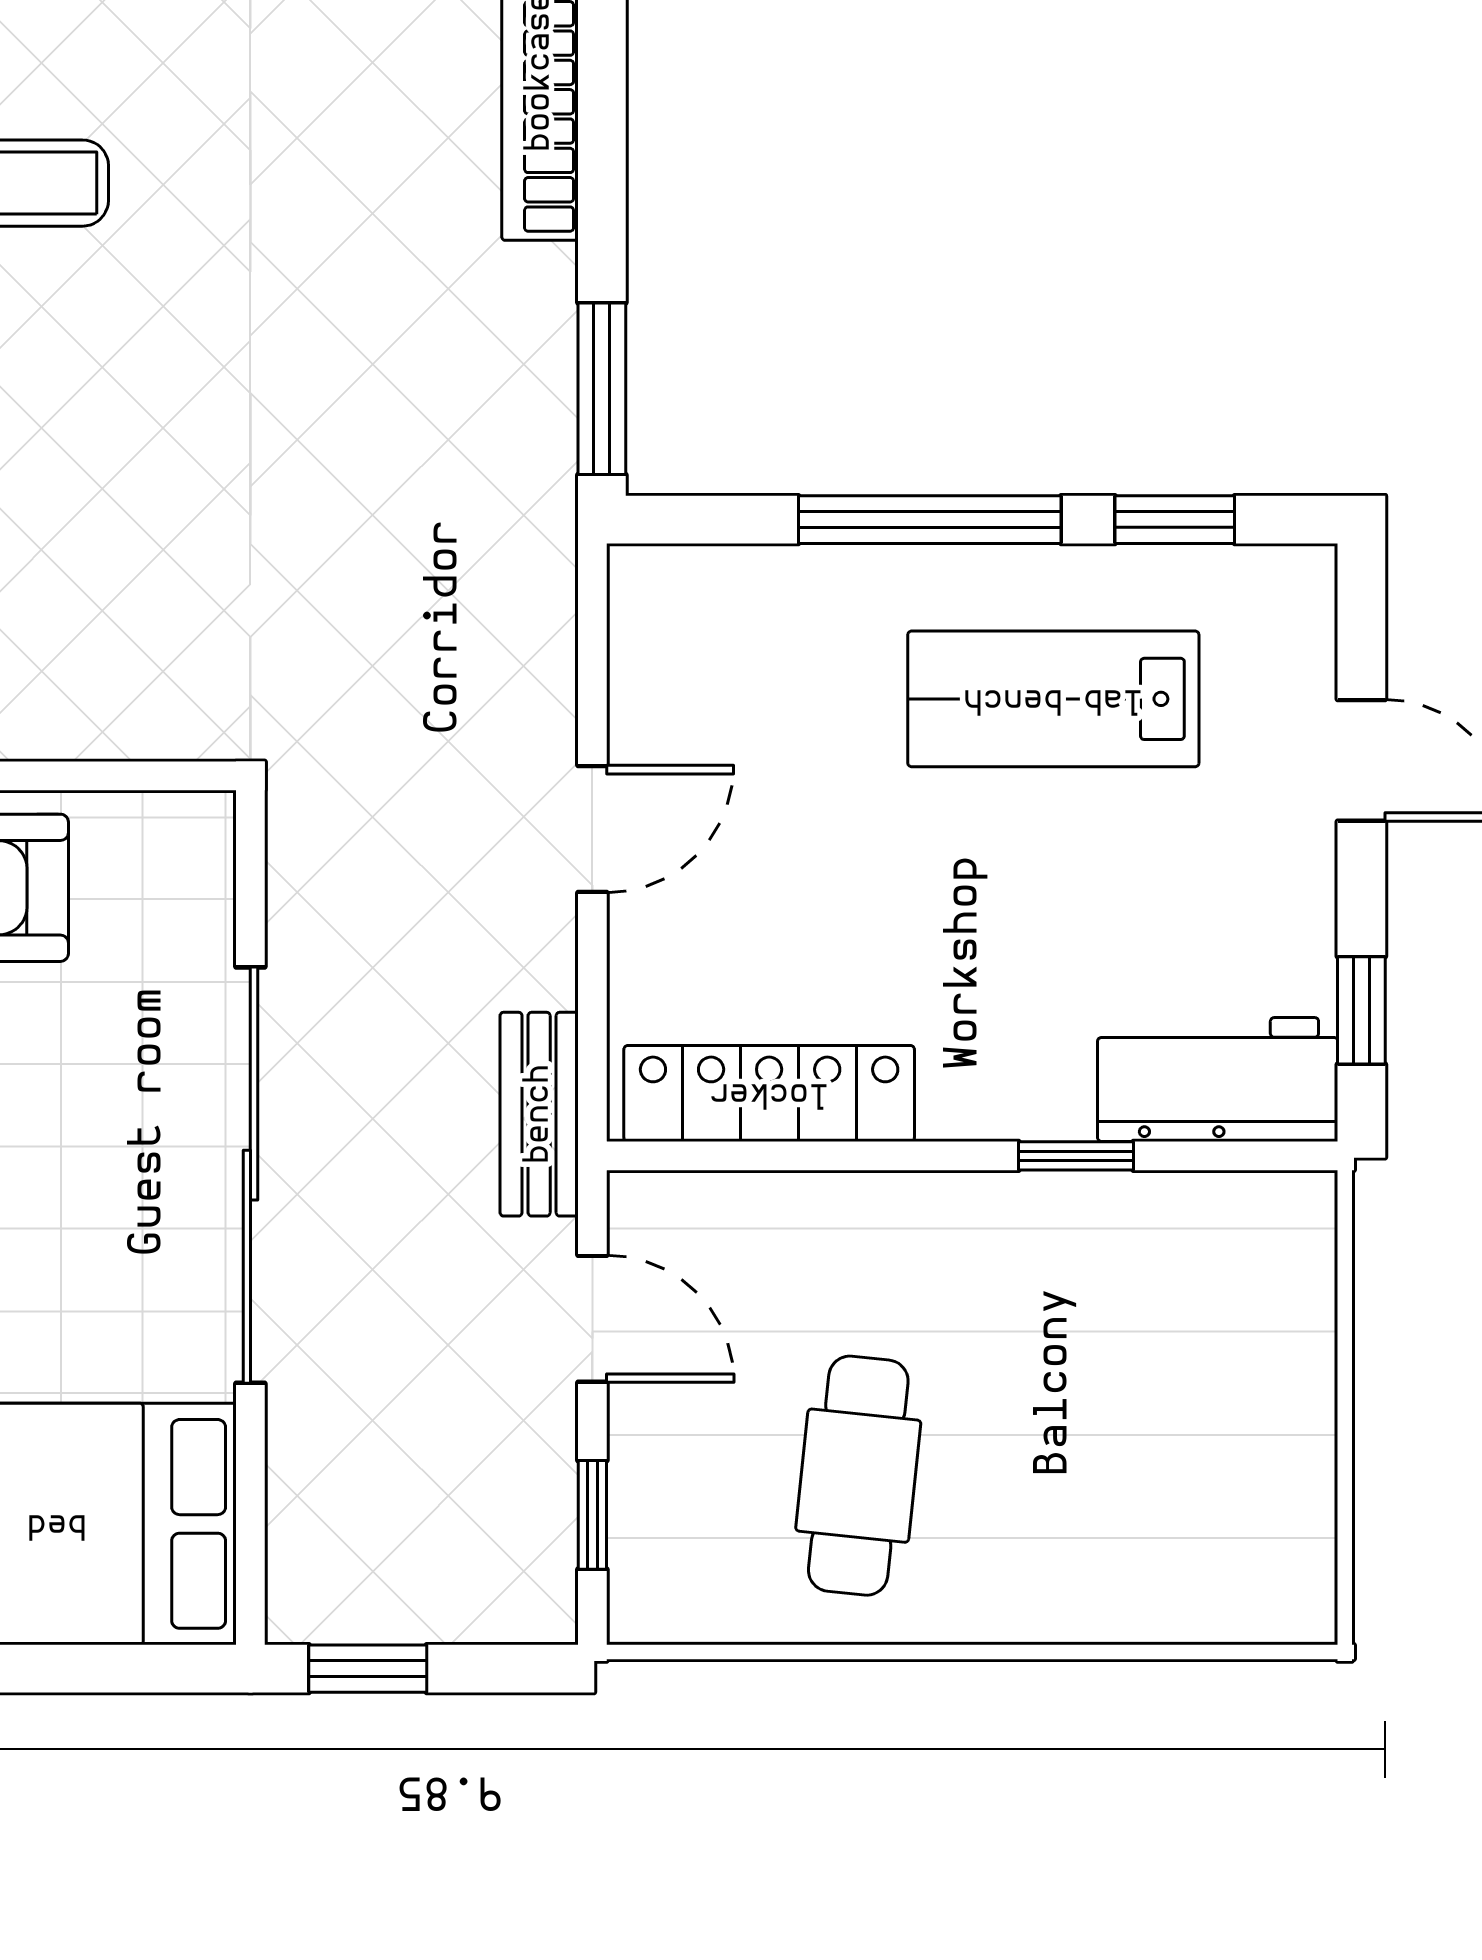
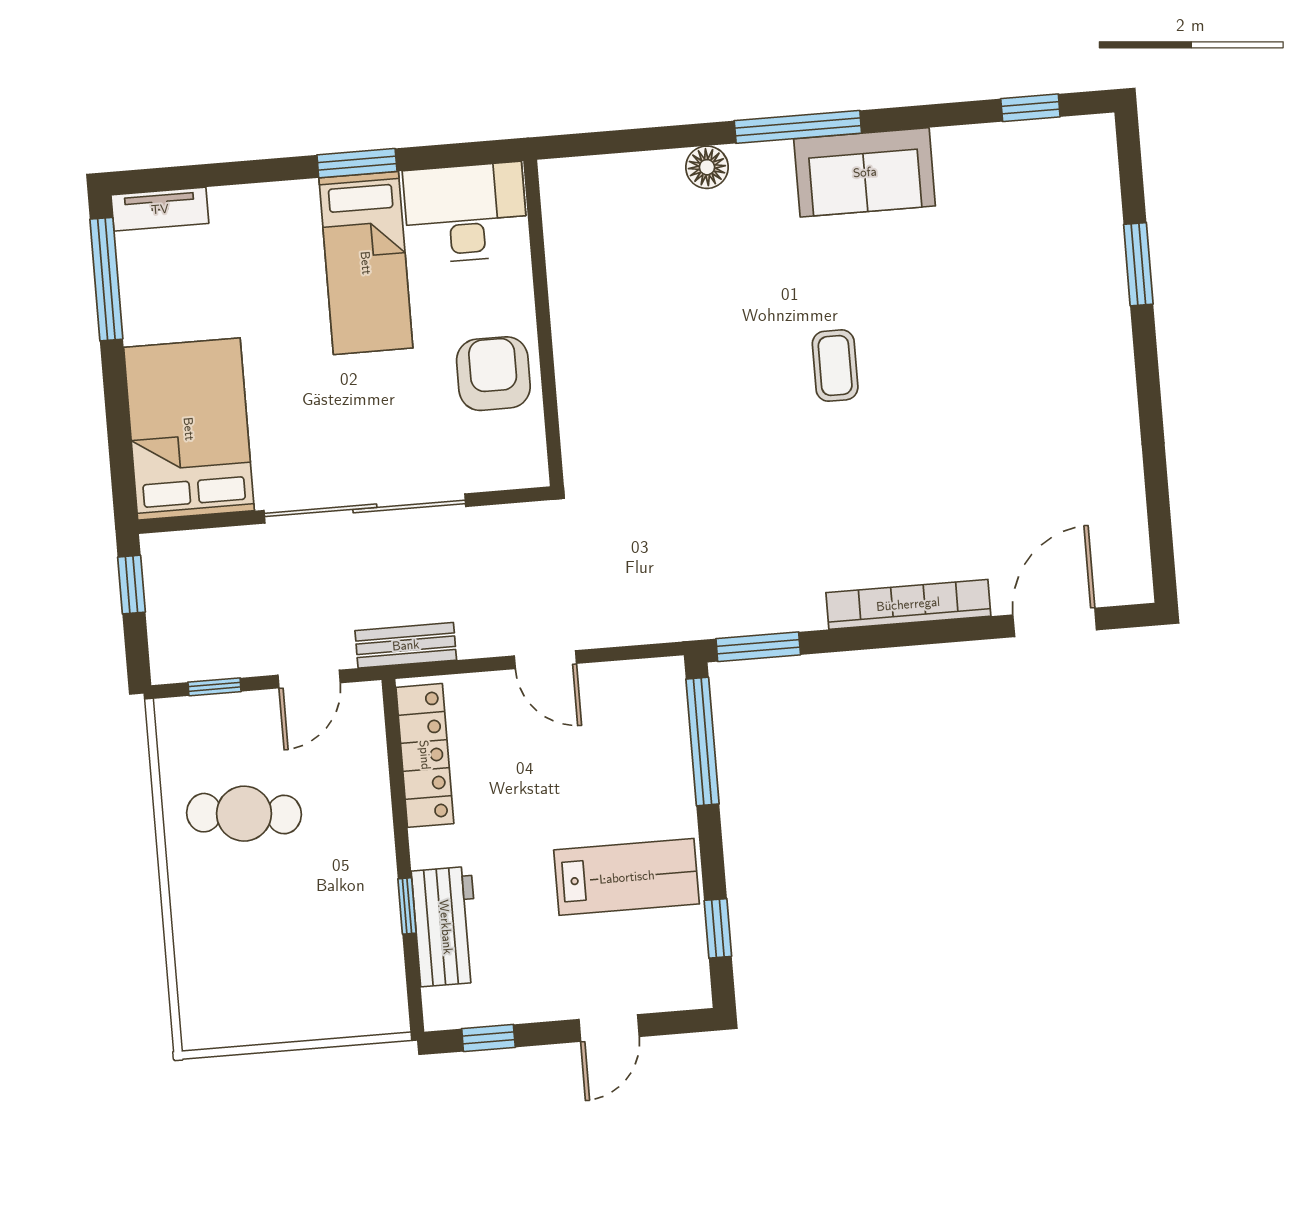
window: (930, 520) -> (702, 742), moved
lab bench: (1053, 699) -> (627, 877), turned 90
workbench: (1218, 1080) -> (446, 927), moved

